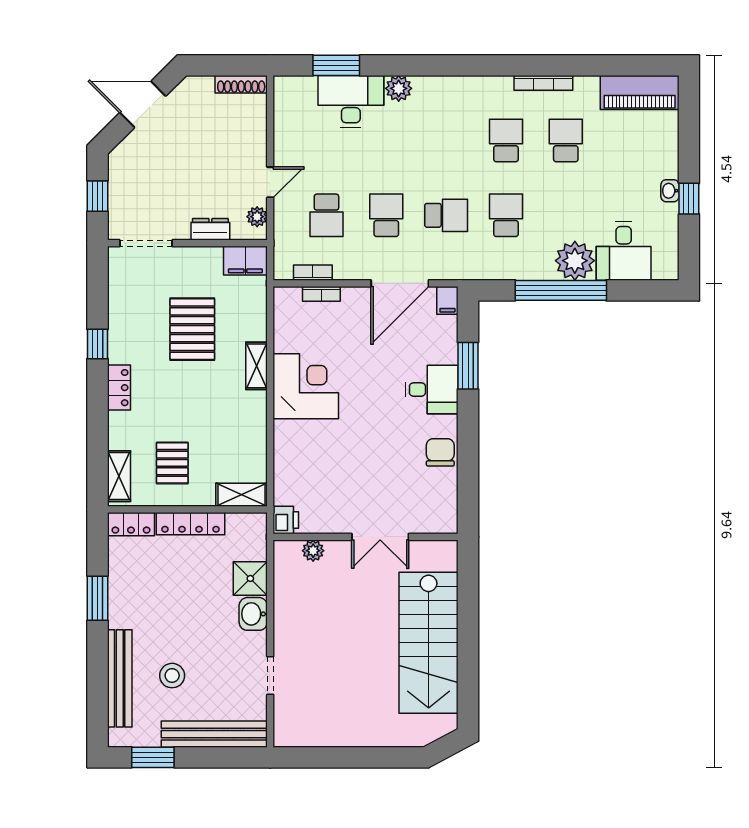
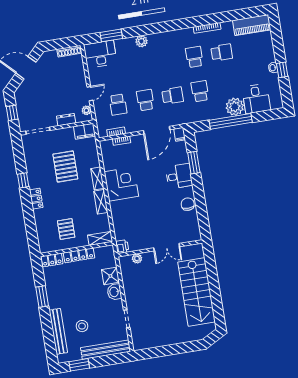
desk: (351, 101) -> (100, 54), moved
school desk: (566, 140) -> (222, 53), turned 90
shelving: (119, 476) -> (101, 202), moved

